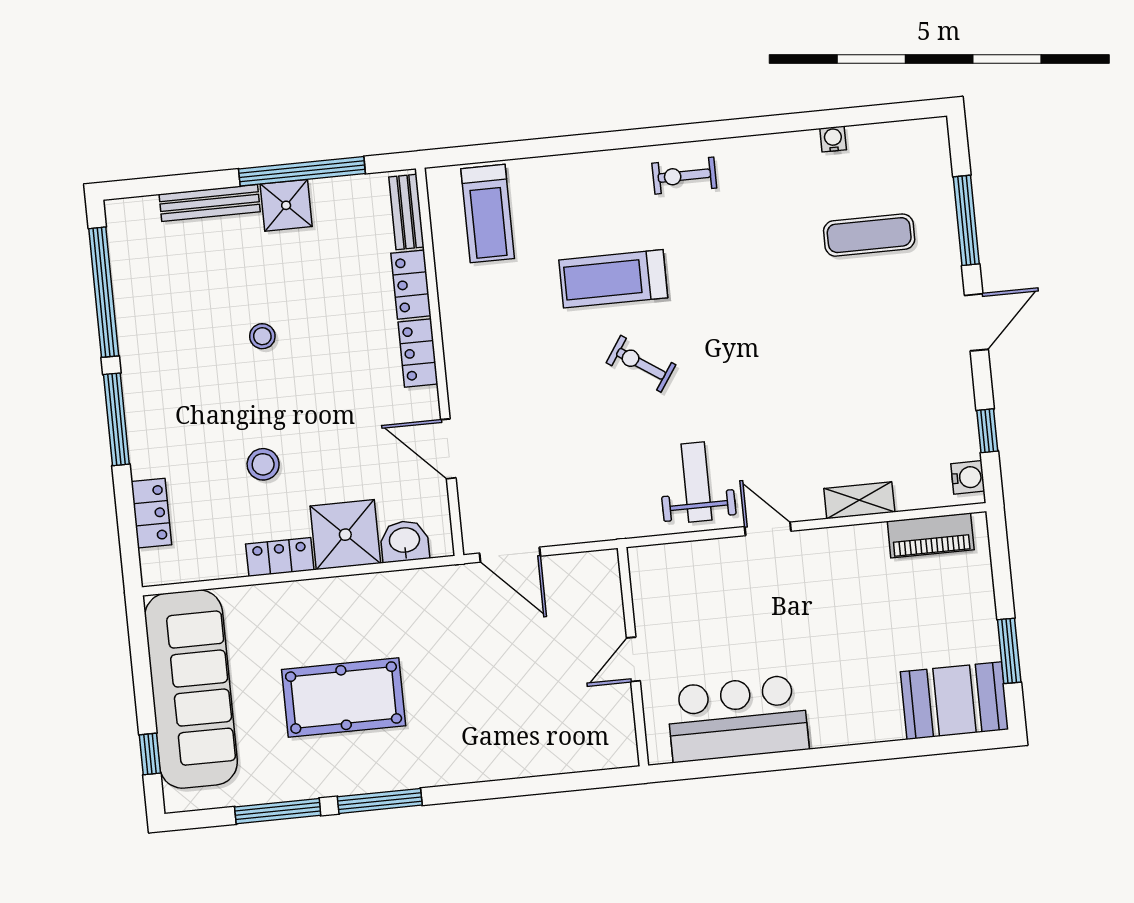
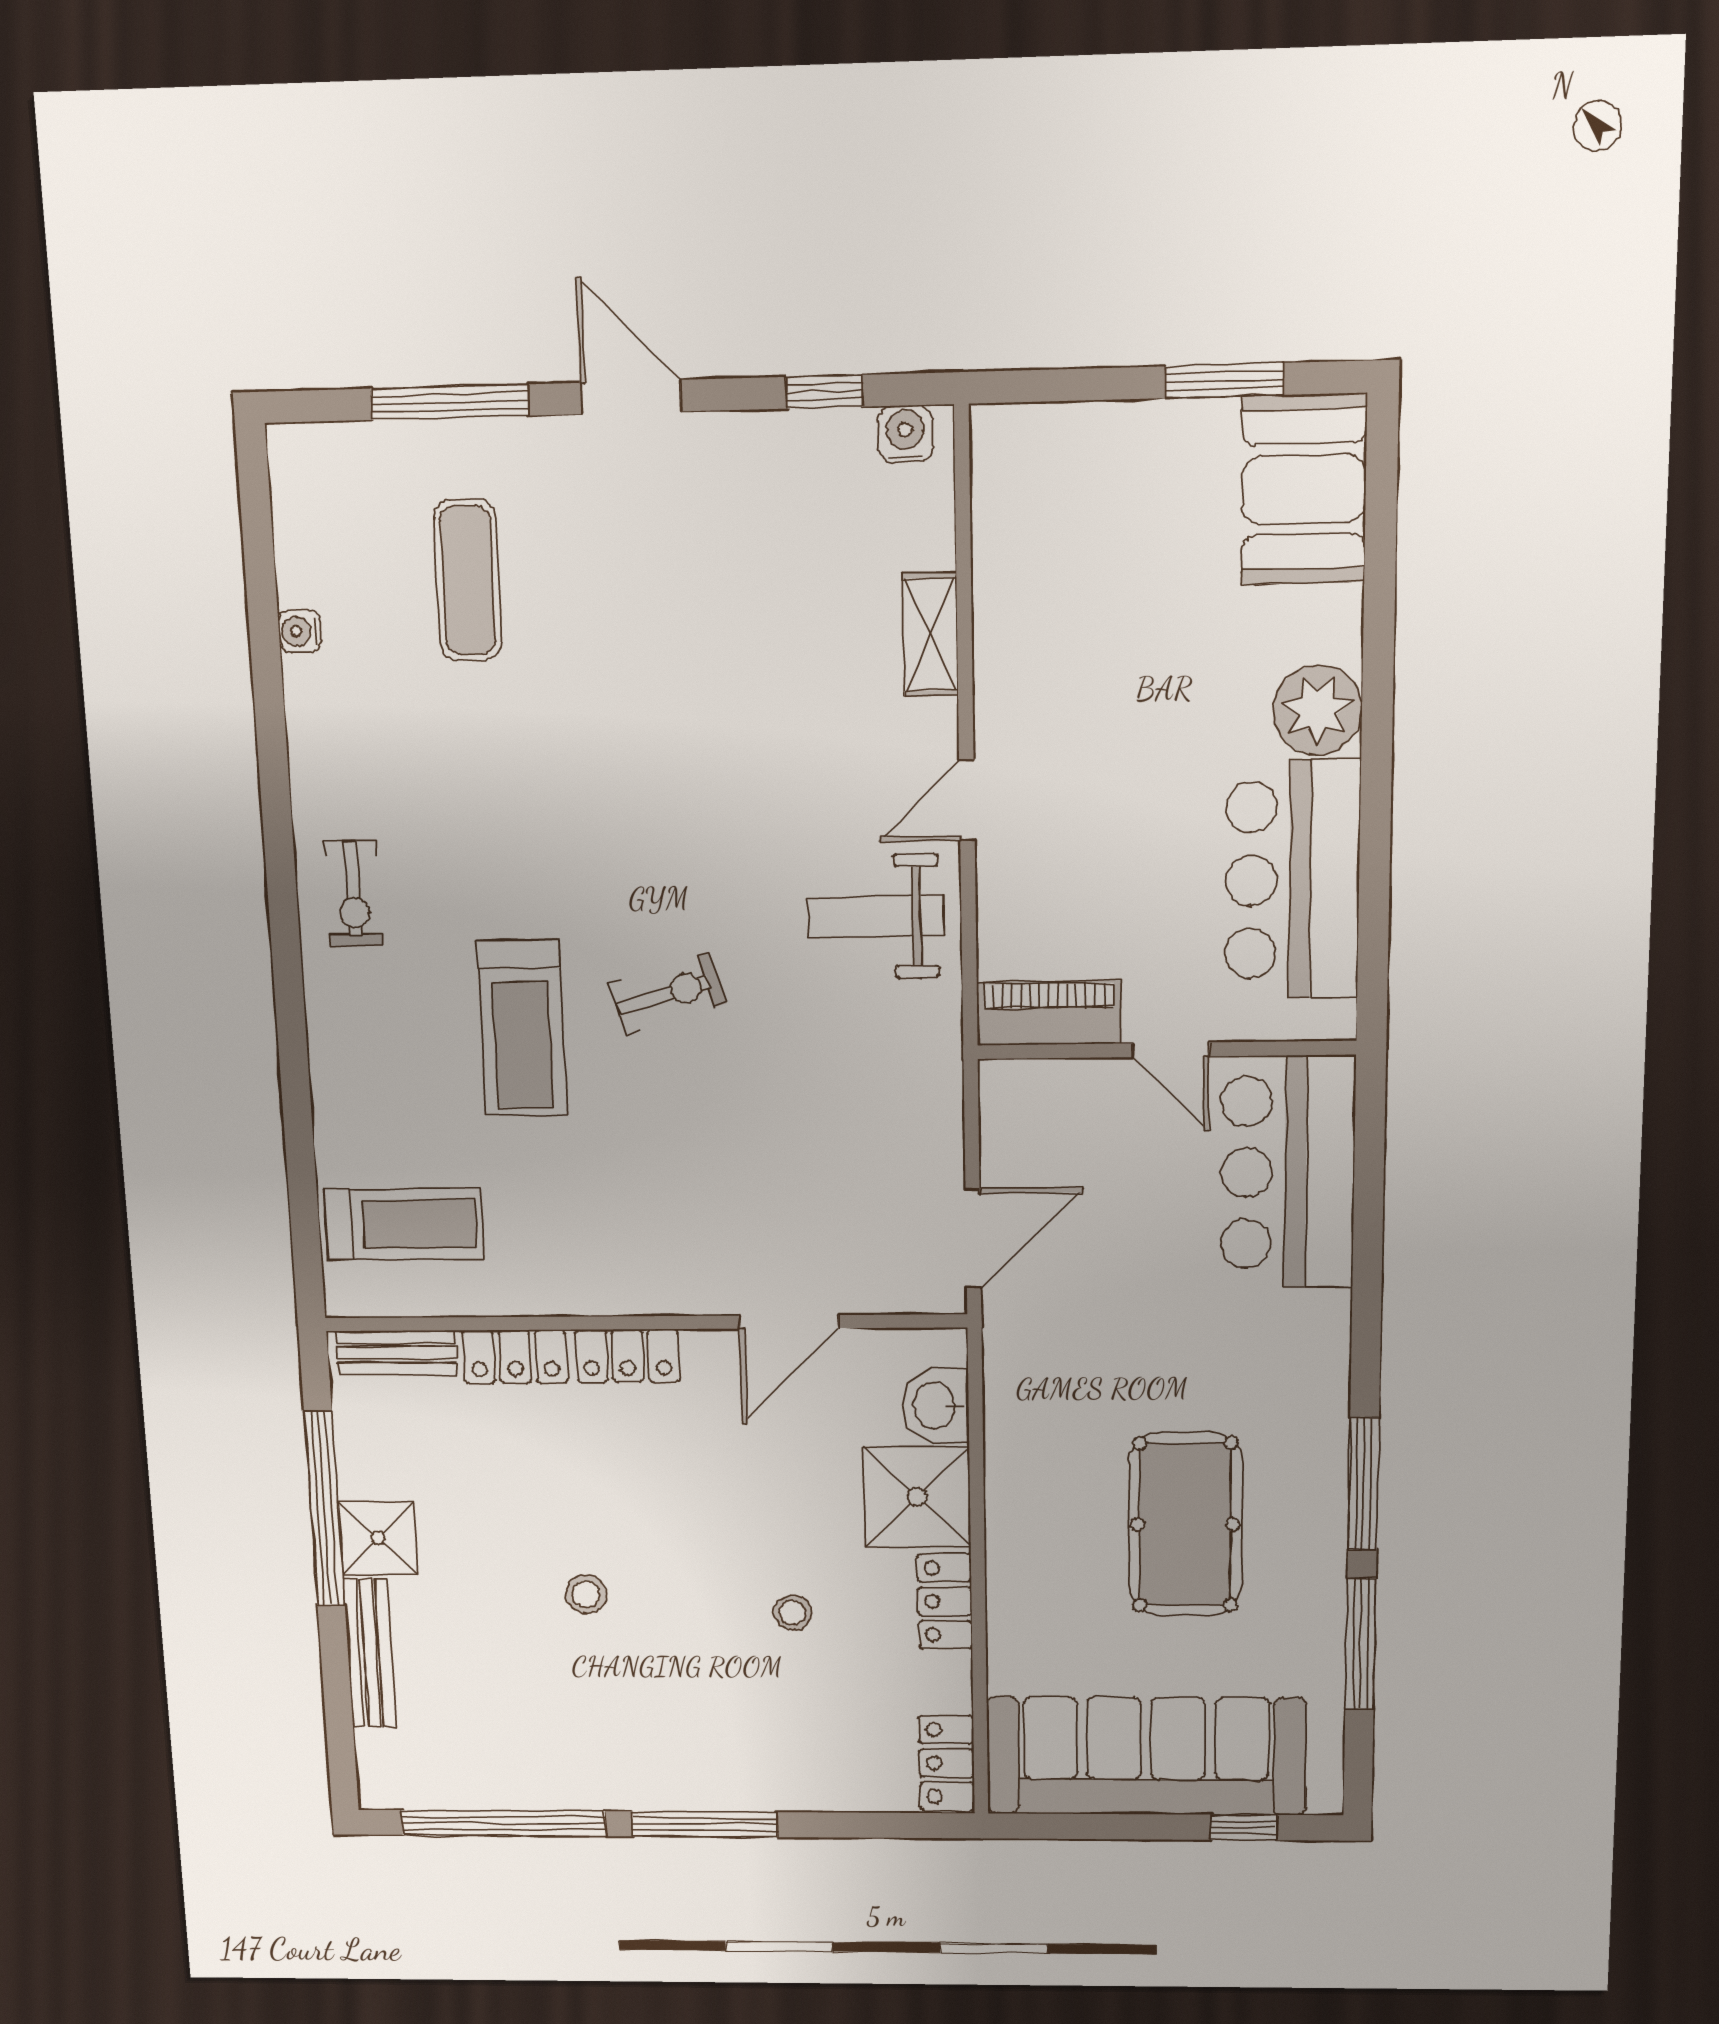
exercise bike: (641, 364) -> (668, 994), turned -141
stool: (263, 464) -> (792, 1613), width x0.73, depth x0.73
locker: (151, 513) -> (947, 1763), moved, turned -90
piano: (931, 535) -> (1049, 1013), moved, turned -90
plant: (834, 722) -> (1317, 710), added
bar counter: (567, 735) -> (1288, 1172), added

